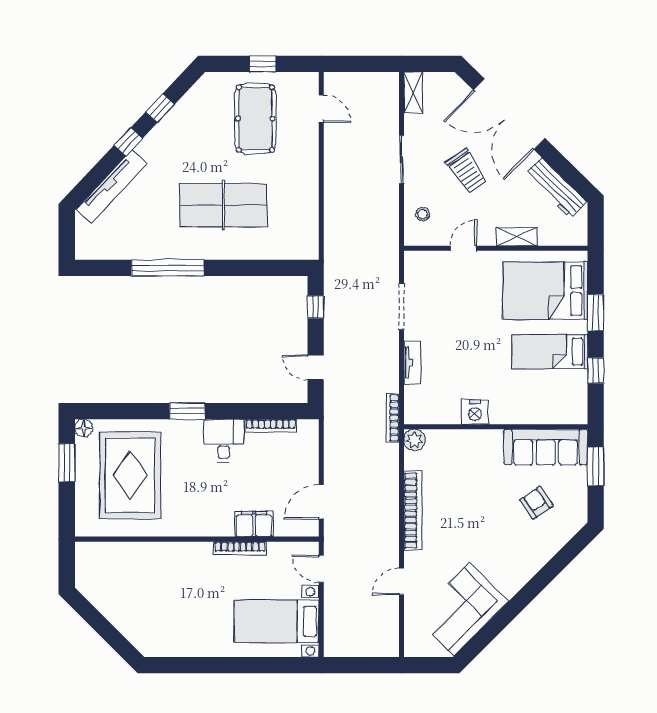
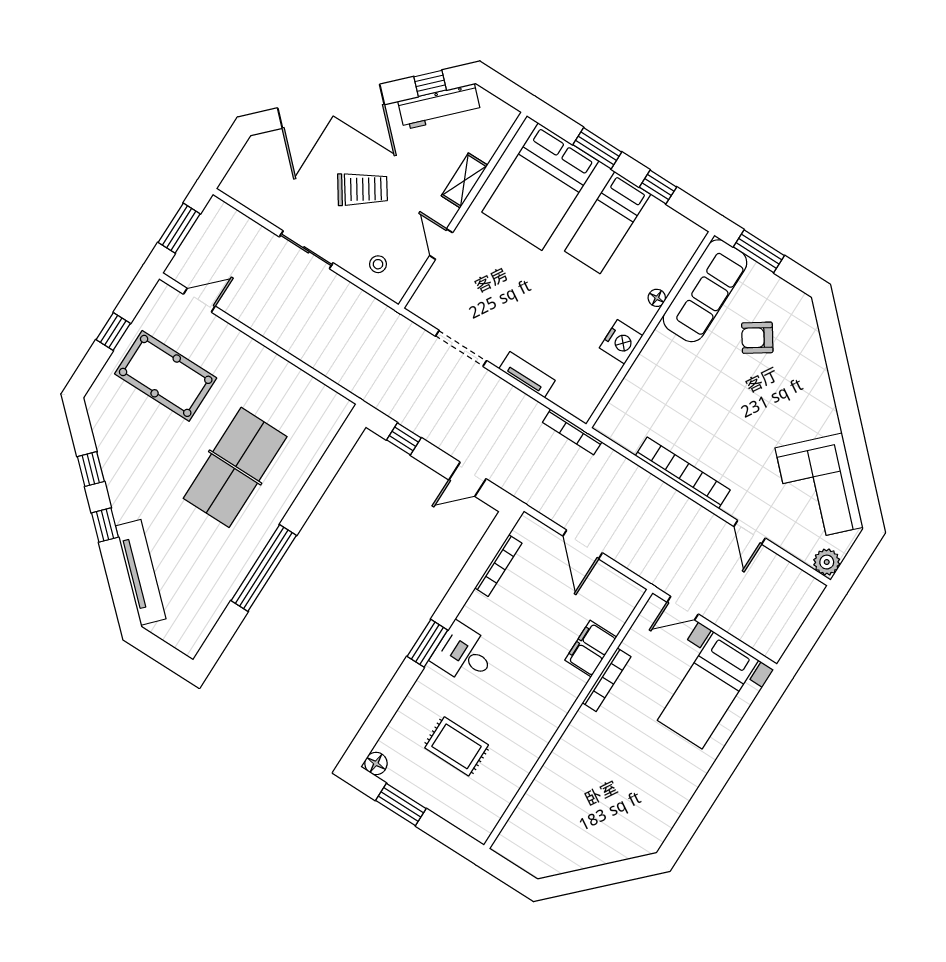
window: (361, 64) -> (179, 228), added
shelving: (413, 93) -> (244, 193), removed
window: (568, 171) -> (430, 83), added
floor lamp: (520, 417) -> (657, 298), added
plant: (415, 440) -> (827, 562), moved
desk: (224, 441) -> (464, 654), moved
rug: (130, 475) -> (457, 746), width x0.54, depth x0.49
door: (321, 502) -> (583, 544), moved

